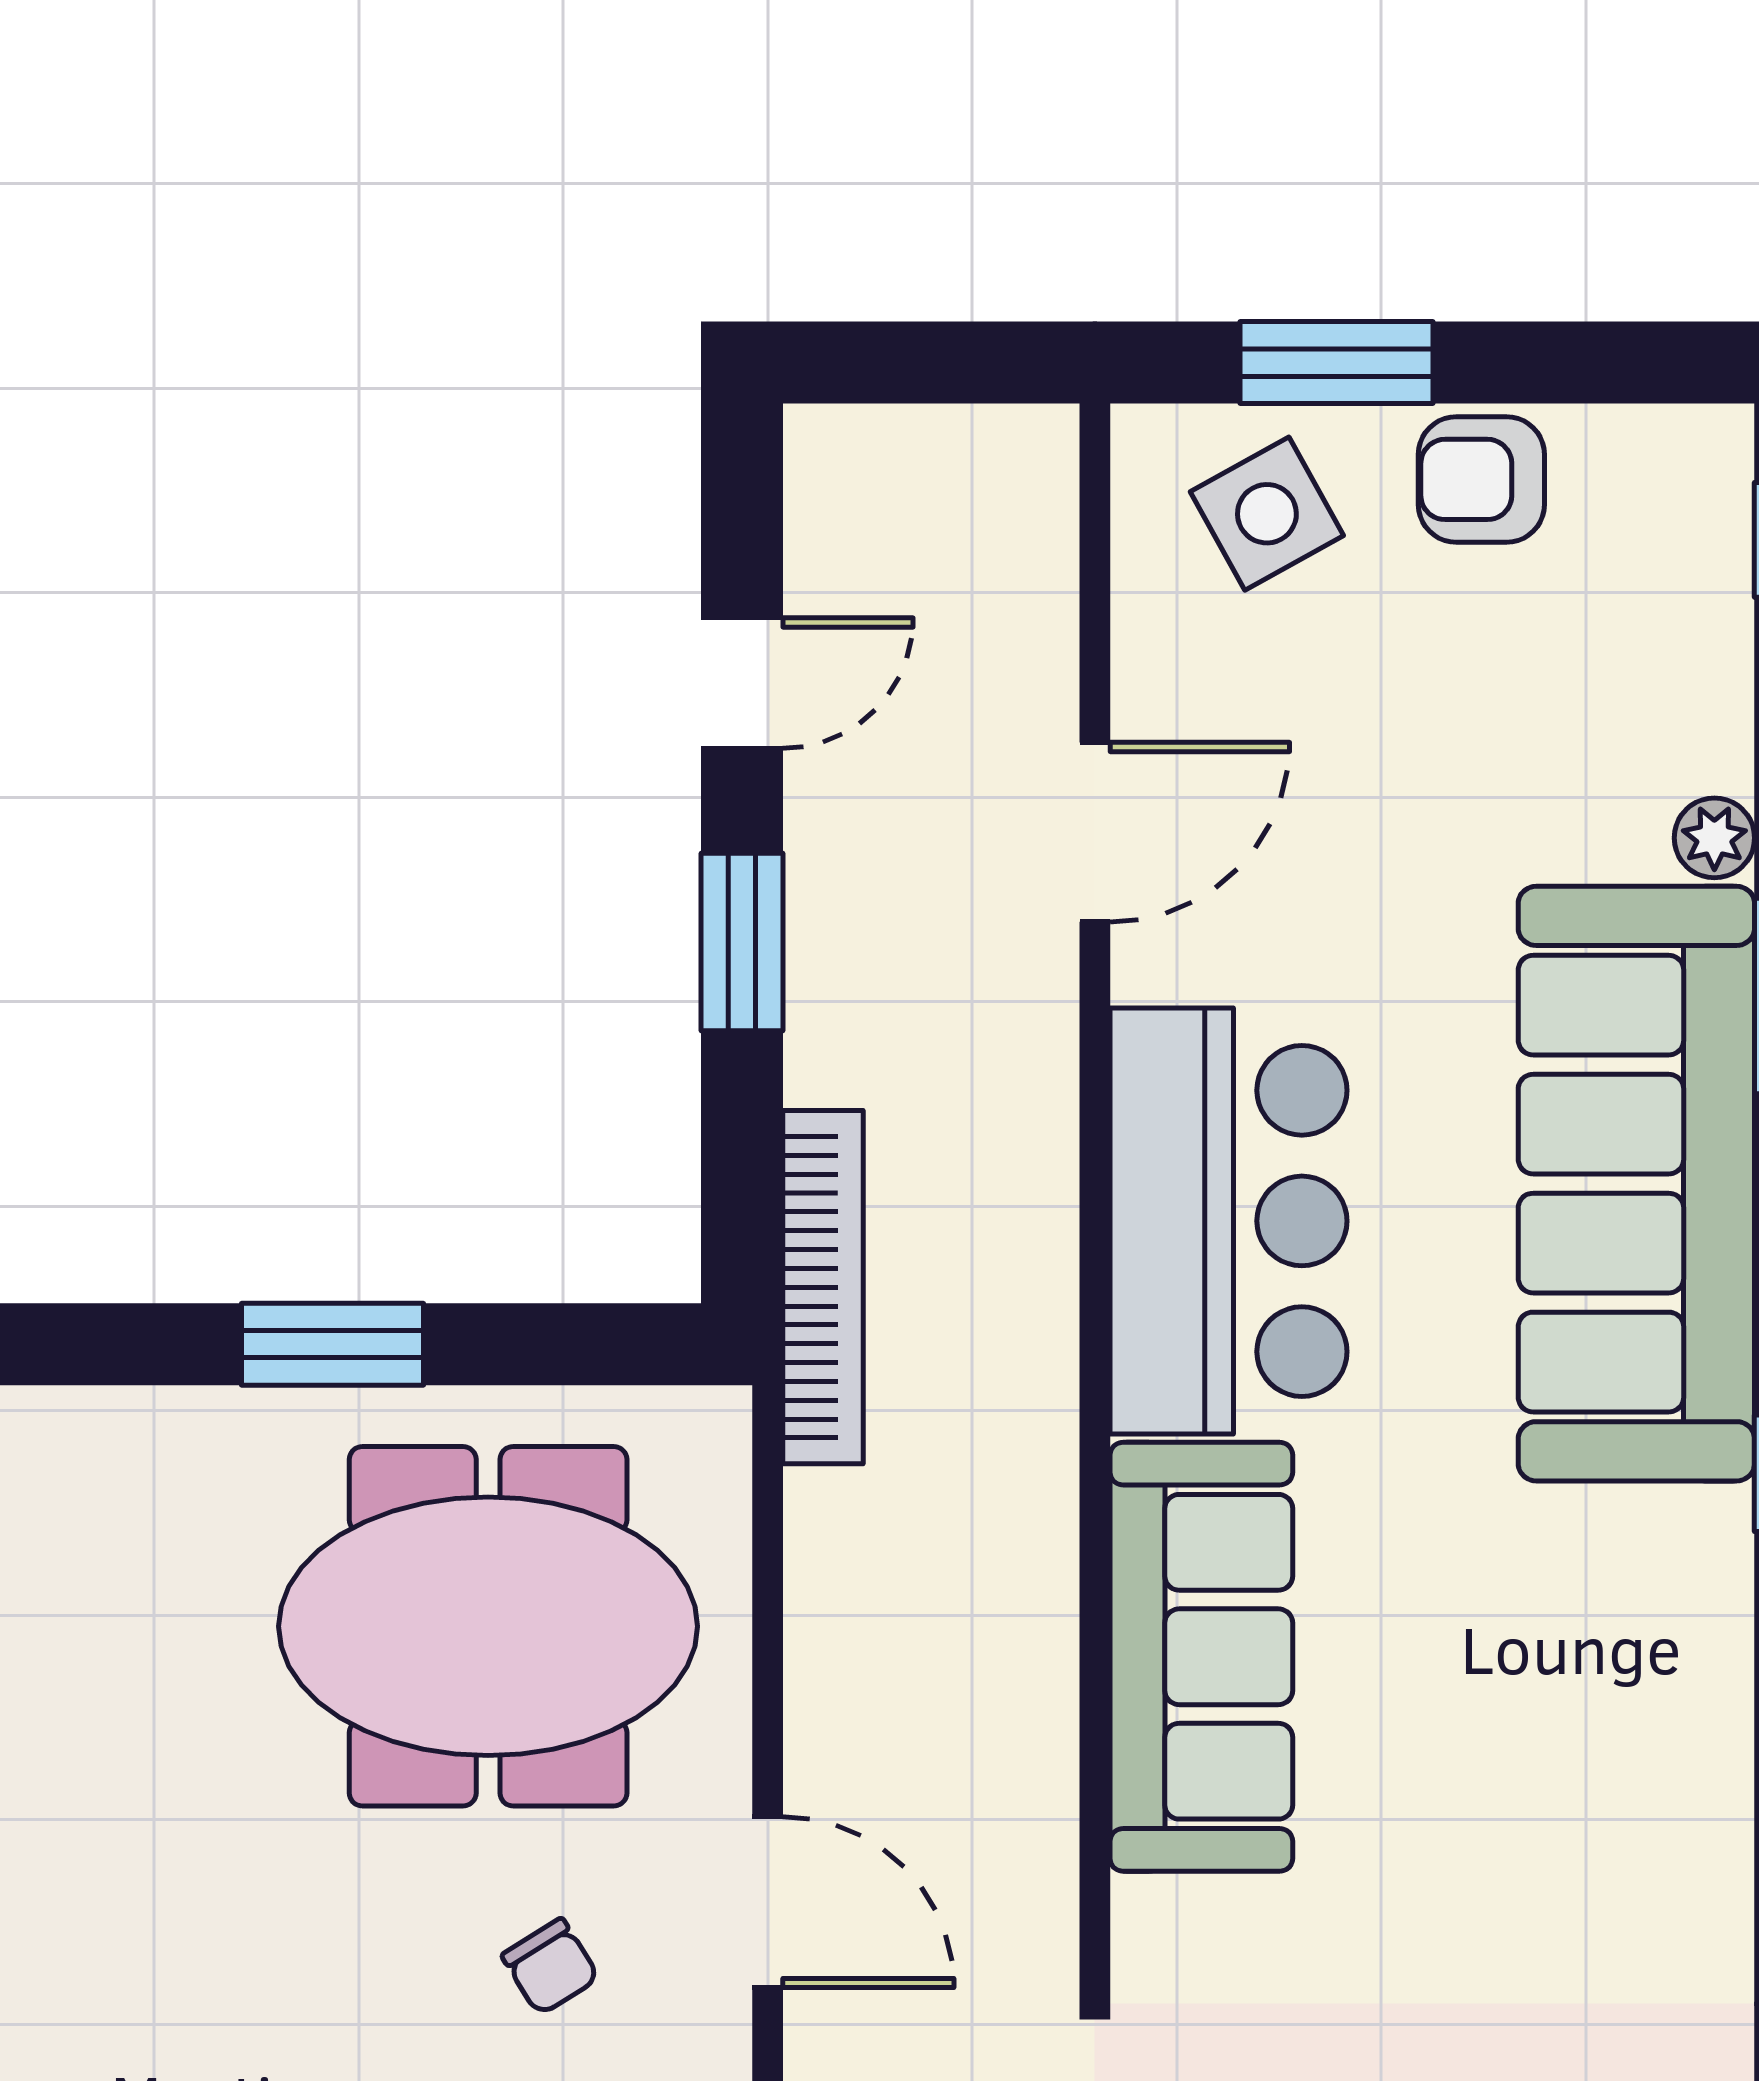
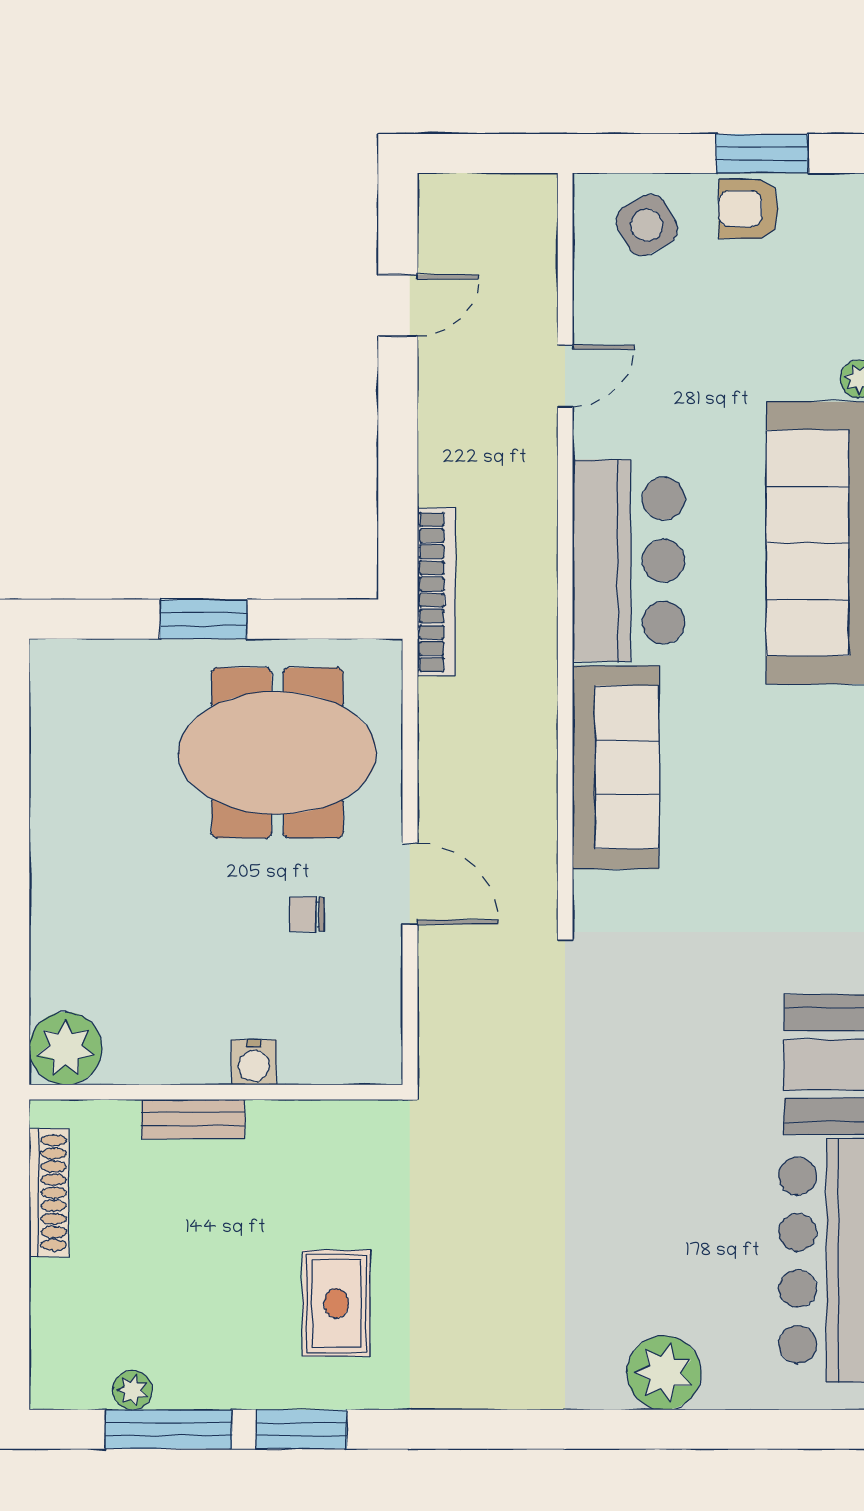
window: (1336, 363) -> (762, 153), moved
door: (1095, 832) -> (565, 376), width x0.73
window: (742, 942) -> (398, 428), removed
chair: (550, 1967) -> (307, 914), turned 122

